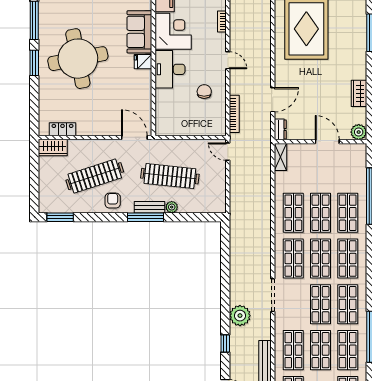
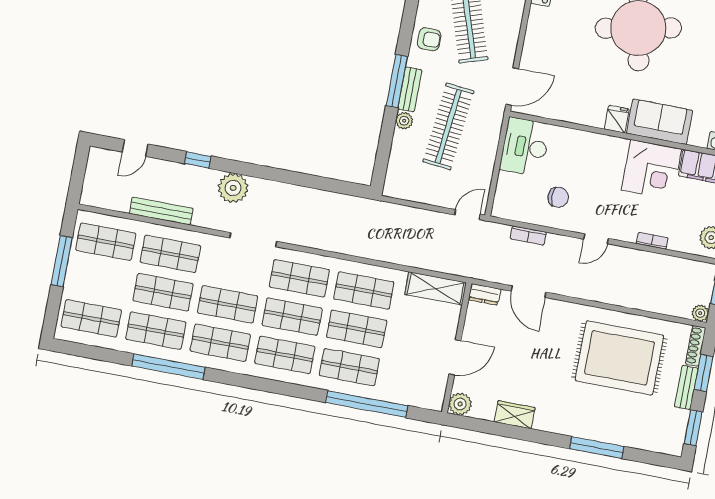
desk: (170, 69) -> (525, 147), moved, turned -90
bookcase: (234, 114) -> (528, 235), width x0.64
shelving: (281, 157) -> (436, 288), width x1.50, depth x1.33

